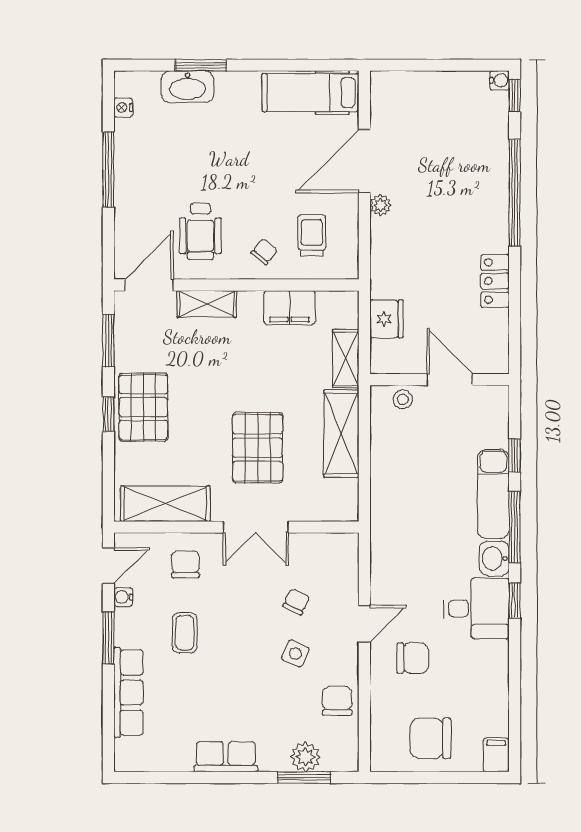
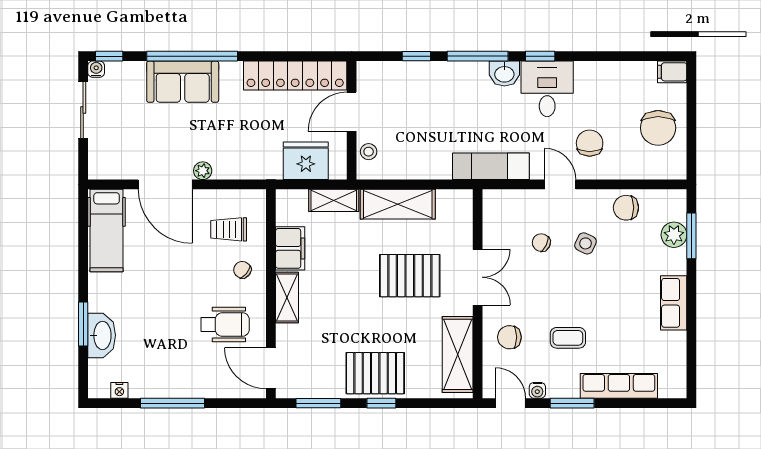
sliding door: (451, 65) -> (83, 110), added
sofa: (485, 182) -> (183, 82), added
locker: (495, 281) -> (295, 76), width x2.16, depth x1.21
shelving: (207, 304) -> (287, 297), moved
fridge: (386, 319) -> (306, 161), width x1.36, depth x1.34
exam couch: (493, 494) -> (491, 166), moved, turned 180

